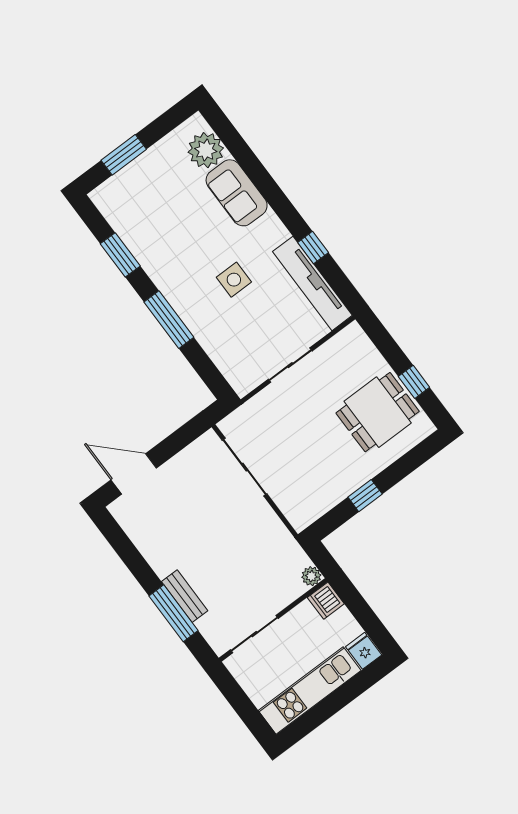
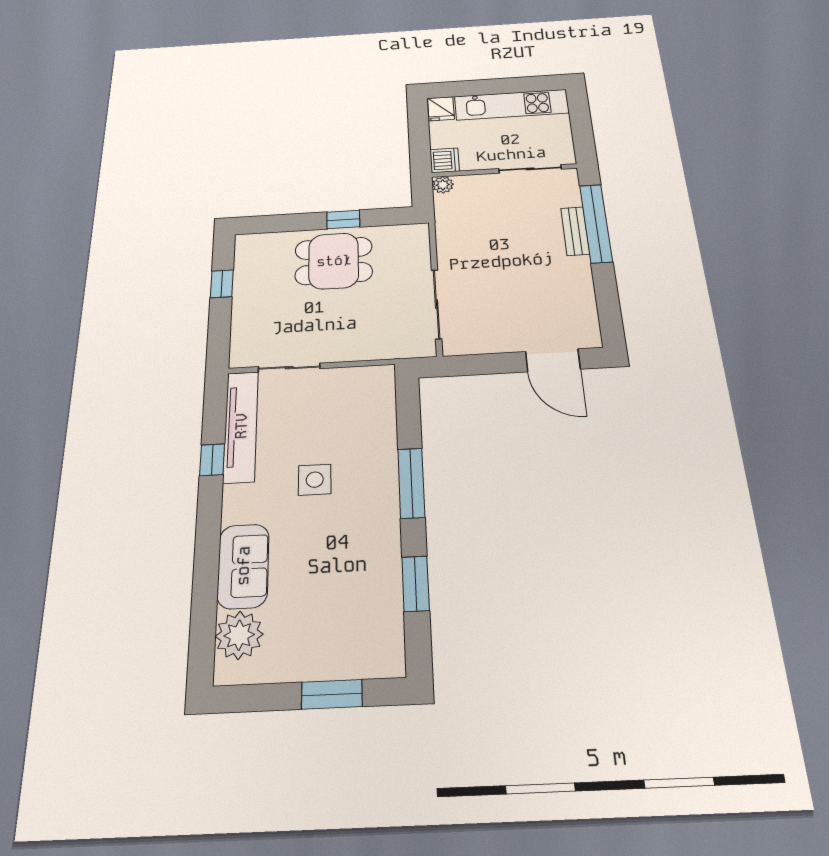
sliding door: (290, 365) -> (289, 368), moved
dining table: (378, 412) -> (334, 261), moved
window: (174, 613) -> (596, 223), width x1.46

